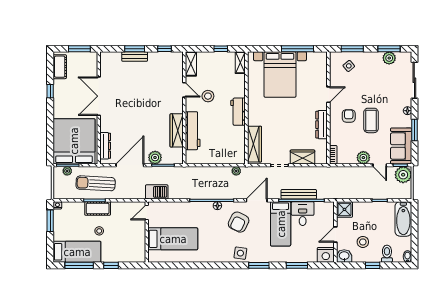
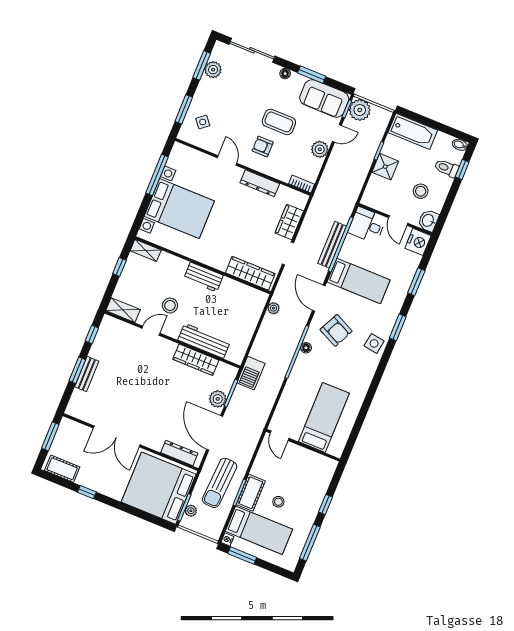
barbecue: (157, 192) -> (251, 373), moved, turned 180
shower: (344, 209) -> (385, 167), moved
desk: (303, 214) -> (367, 225), moved
bed: (77, 252) -> (259, 530), moved, turned 90
window: (373, 265) -> (462, 169), moved

